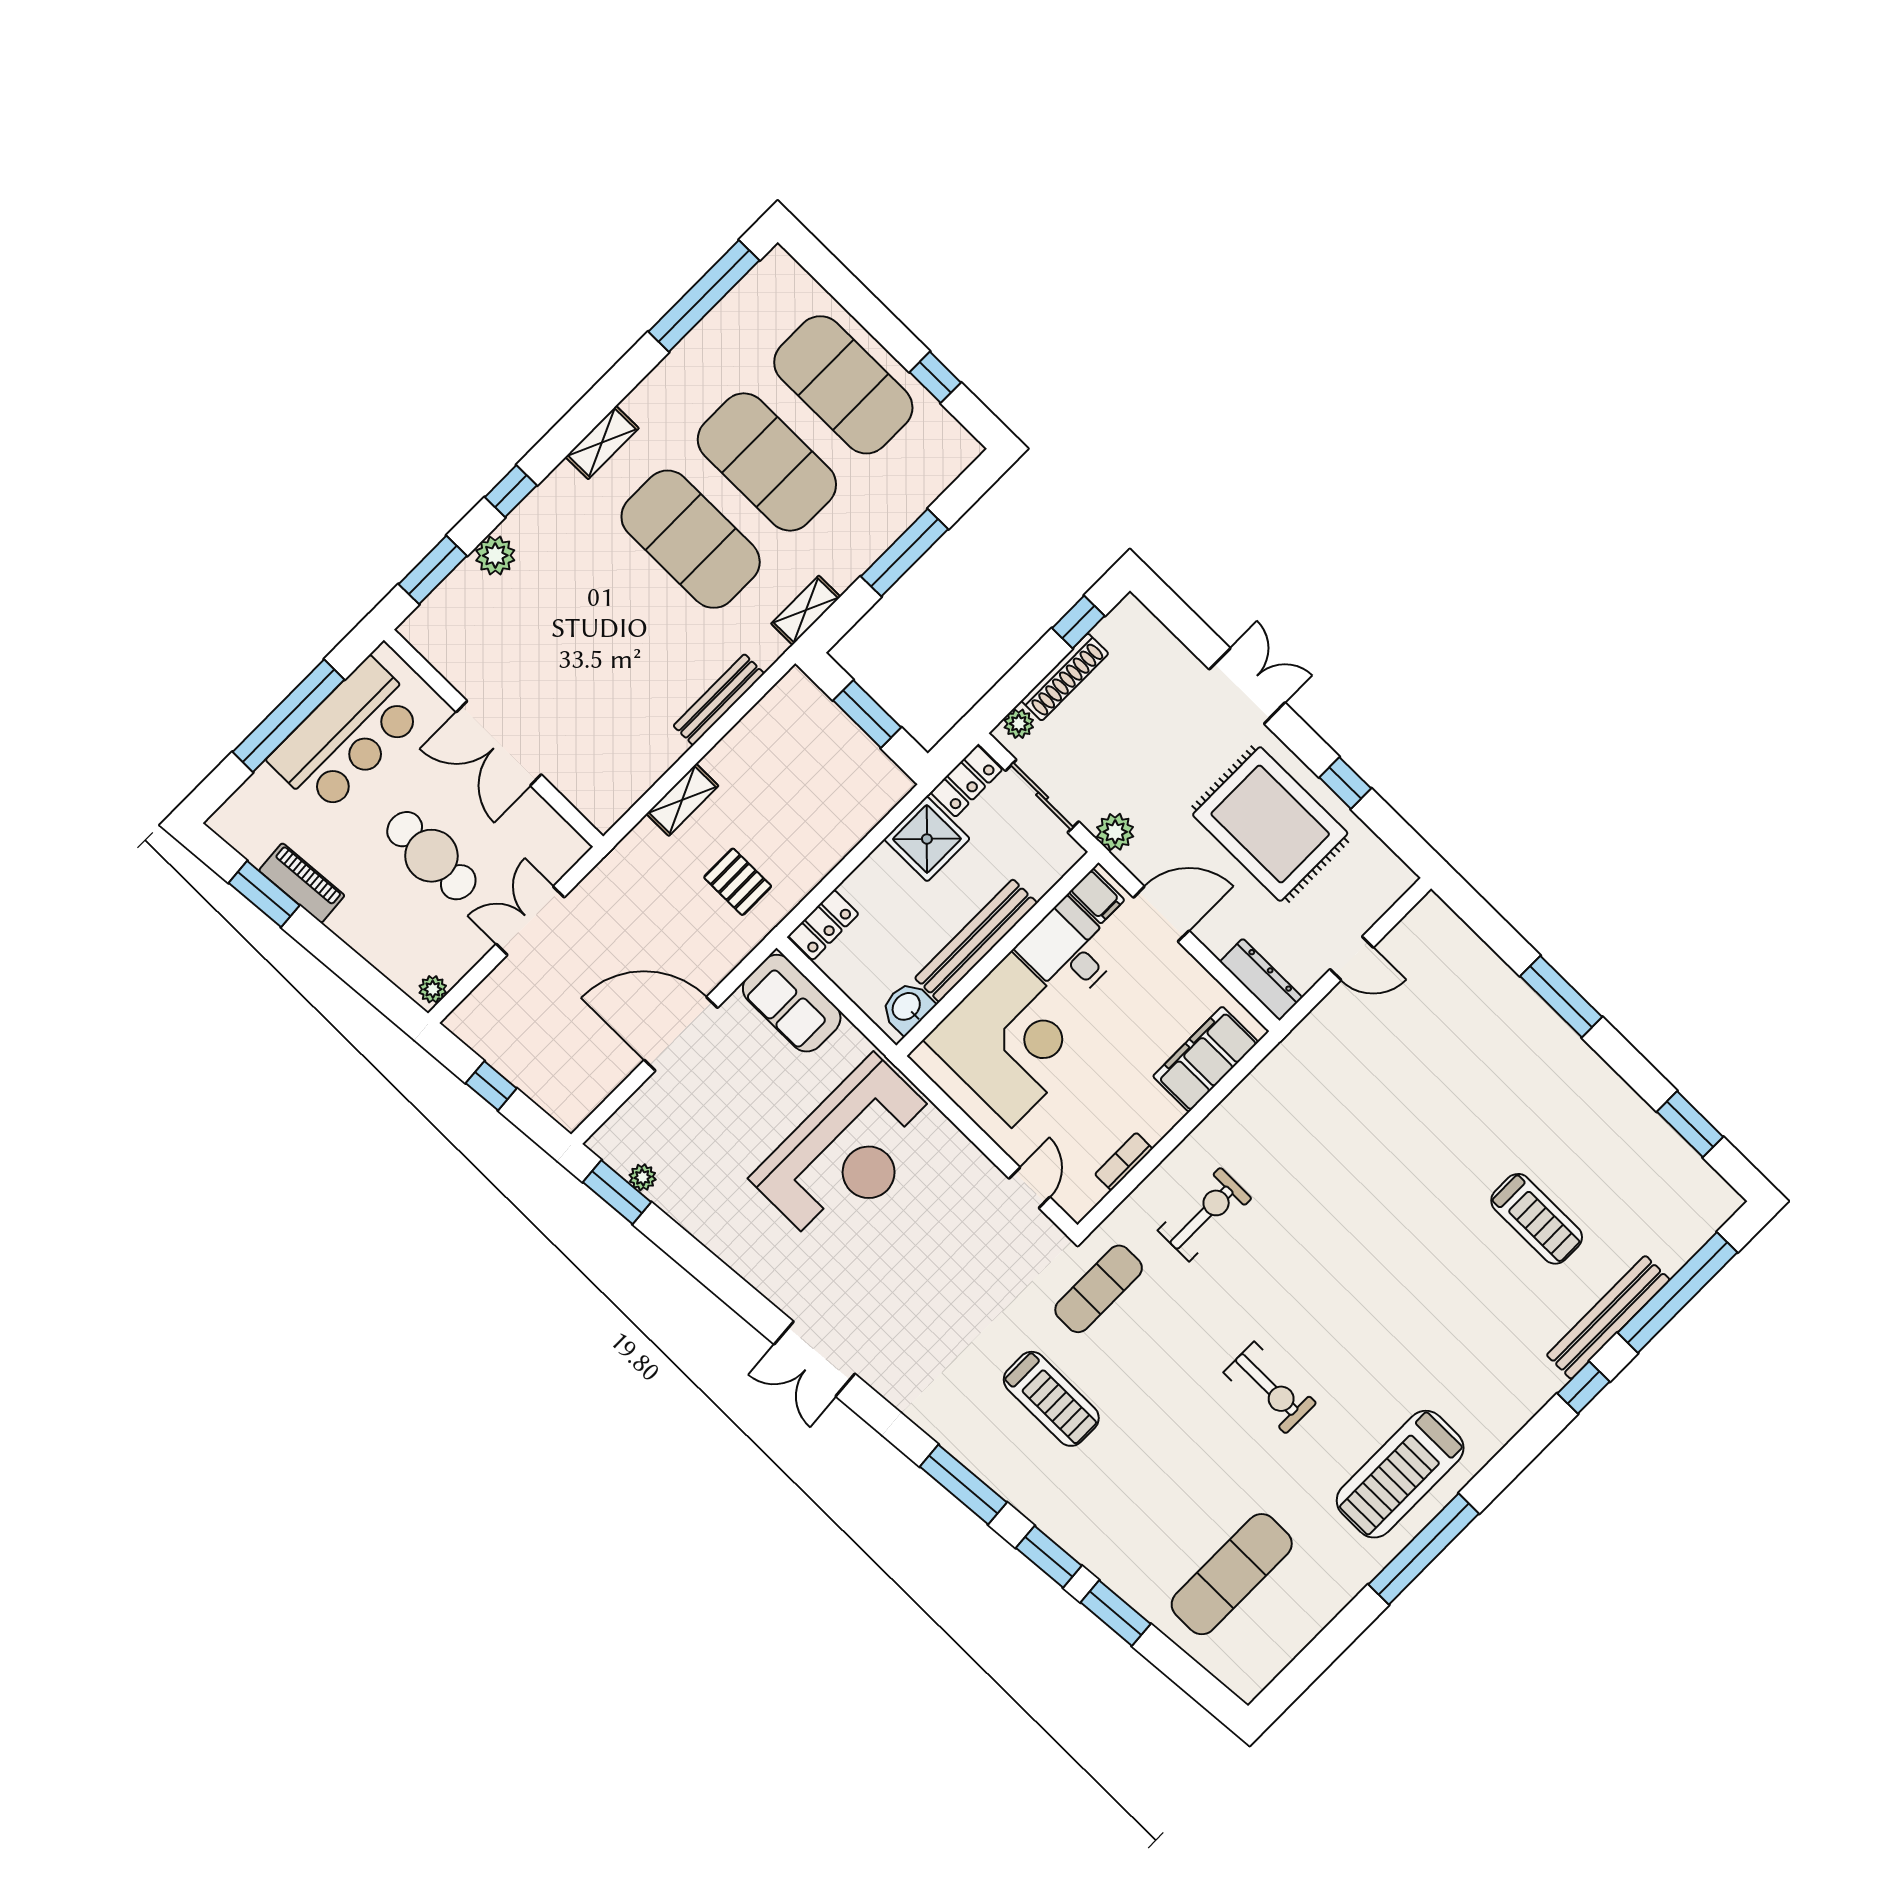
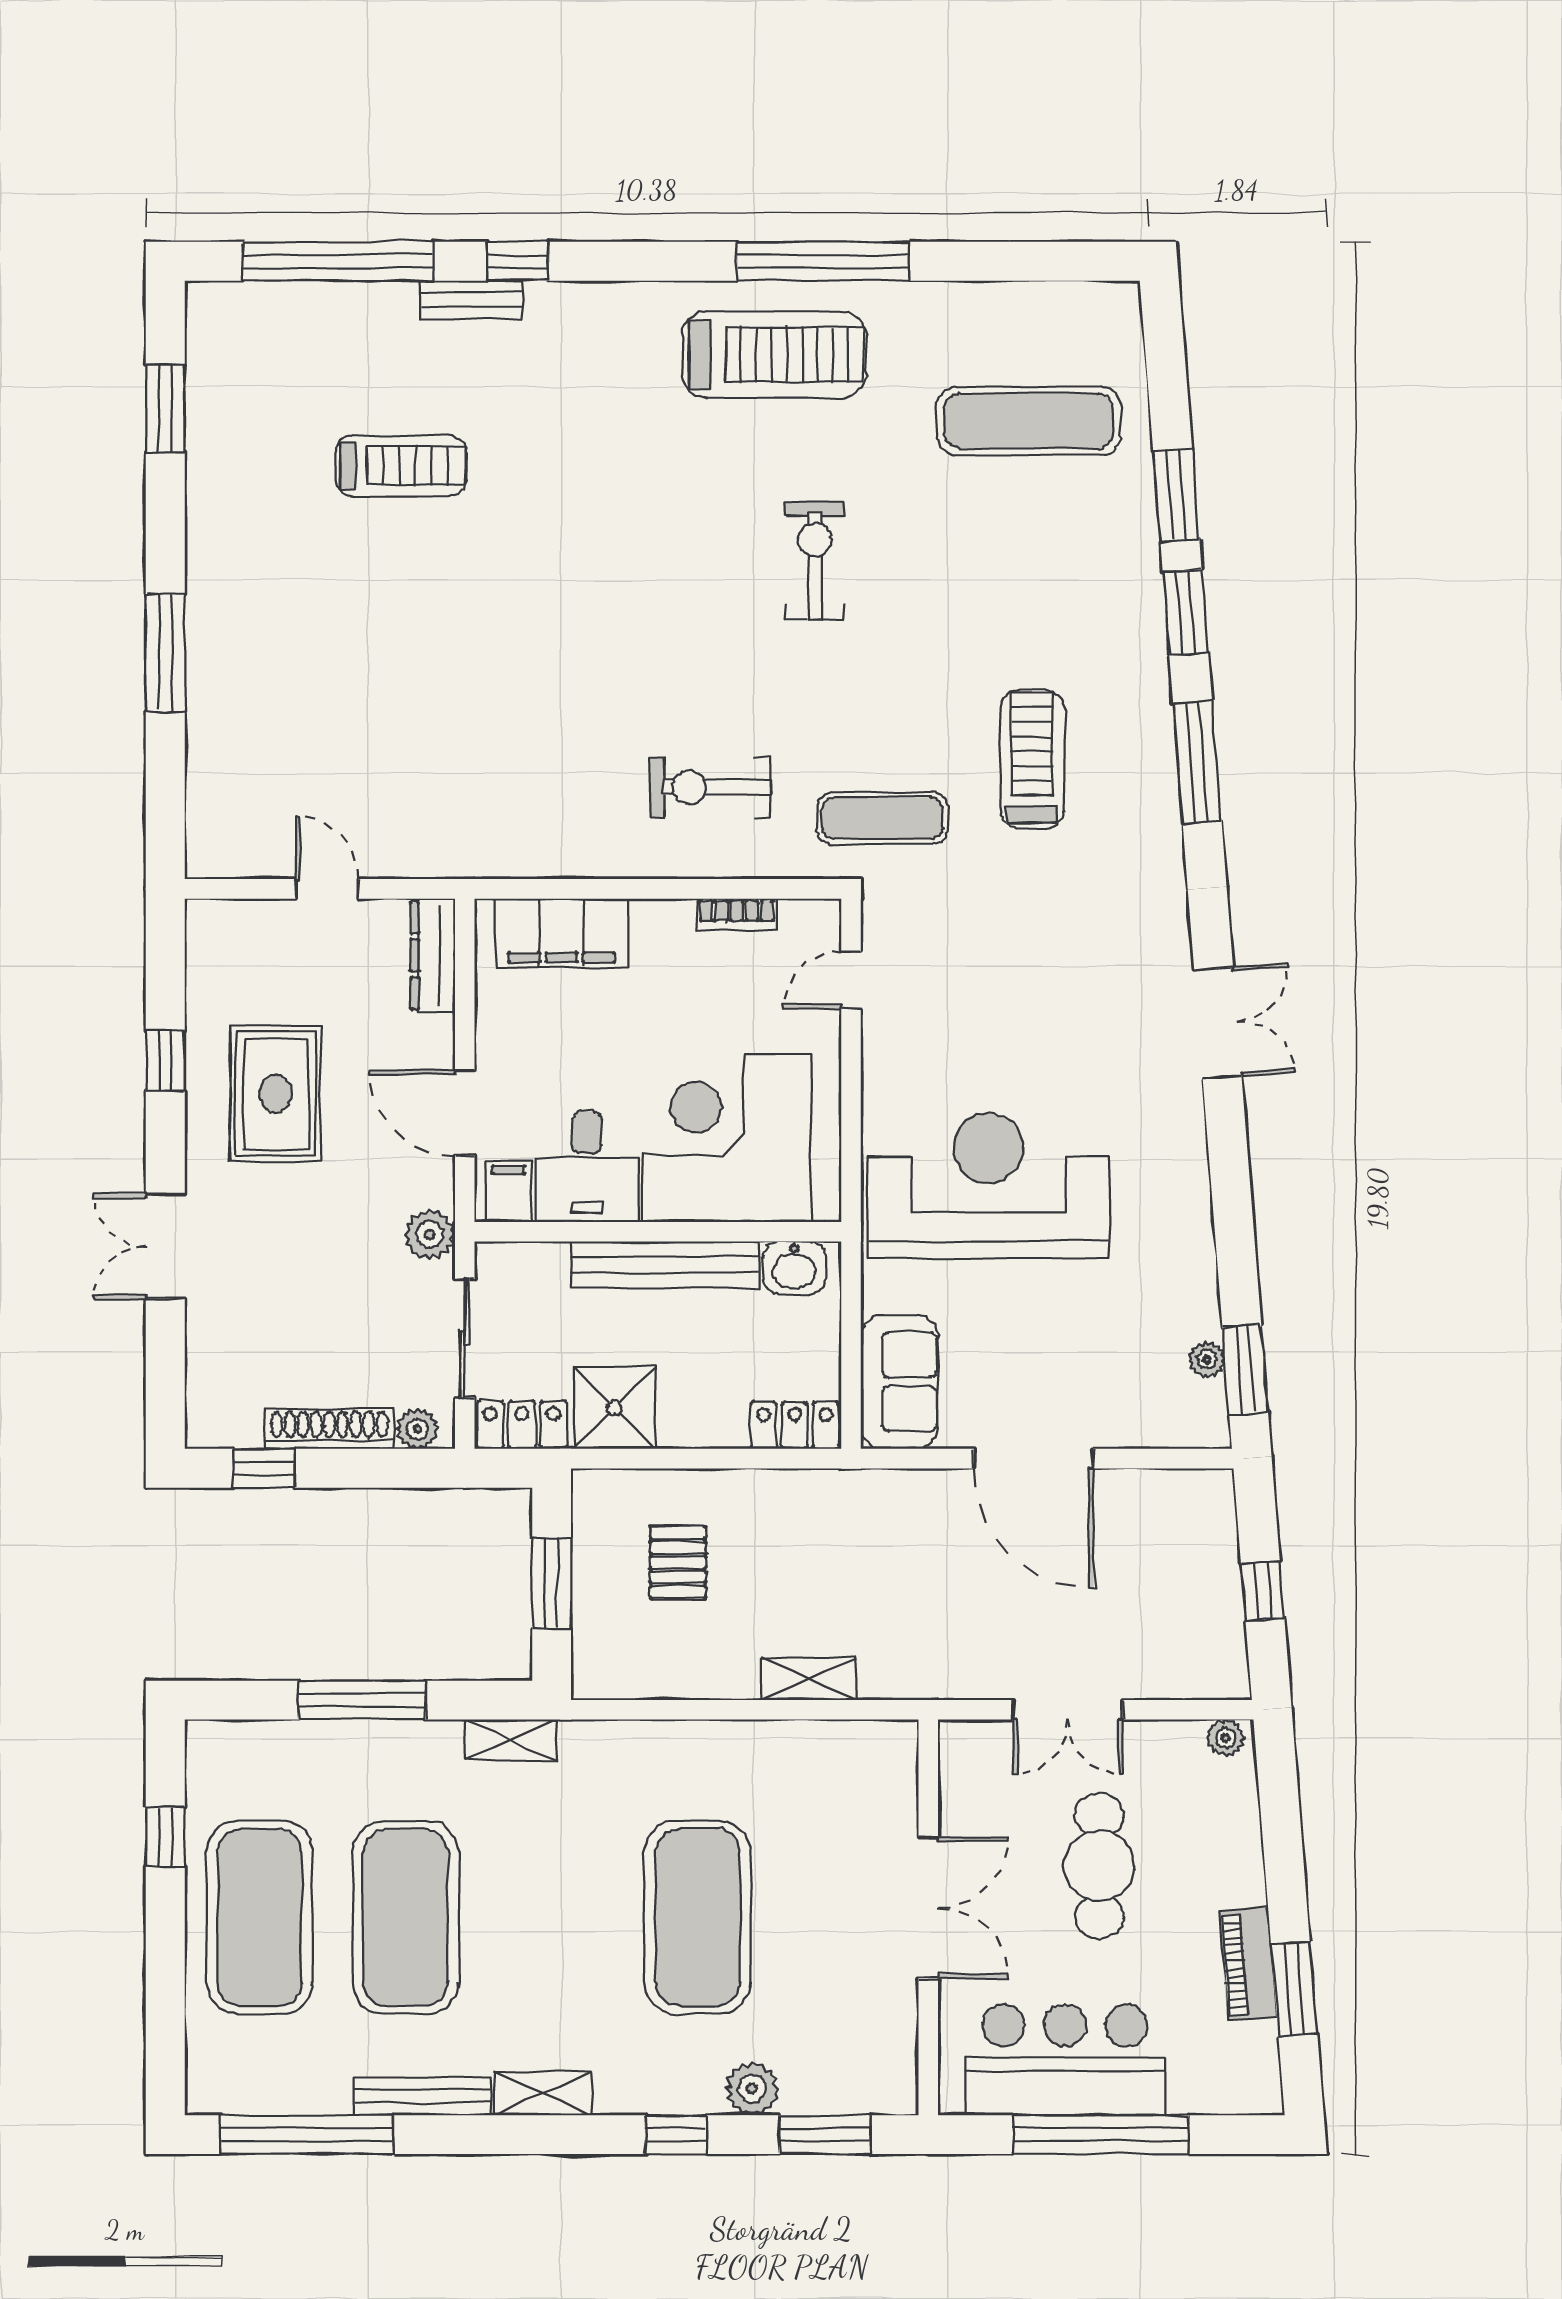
exercise mat: (691, 539) -> (698, 1917), moved
bench: (719, 700) -> (422, 2096), moved
rug: (1270, 824) -> (276, 1094), width x0.73, depth x0.69
pallet: (738, 882) -> (678, 1562), moved
treadmill: (1537, 1219) -> (401, 466), turned 90
bench: (1608, 1317) -> (471, 300), width x0.54, depth x0.82

